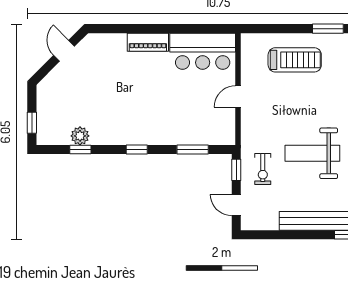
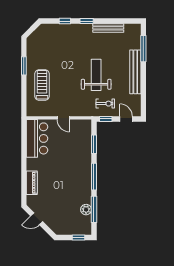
piano: (148, 42) -> (32, 183), moved
window: (80, 149) -> (94, 209), width x2.17
window: (137, 149) -> (94, 177), width x2.17
weight bench: (312, 153) -> (96, 75), turned 180
door: (236, 205) -> (126, 119), swing flipped

